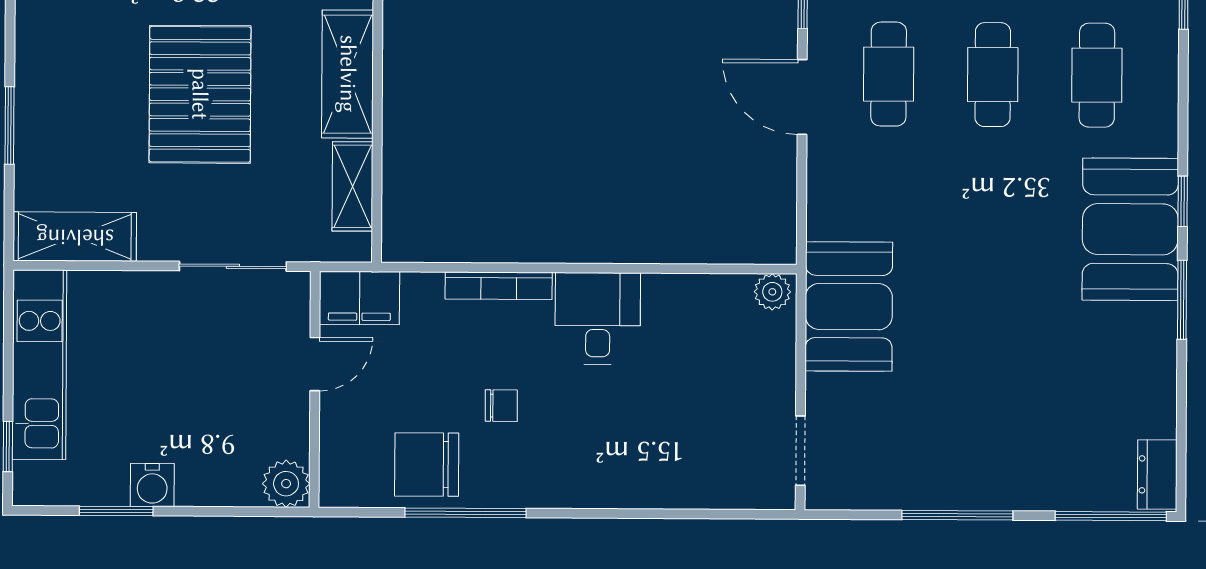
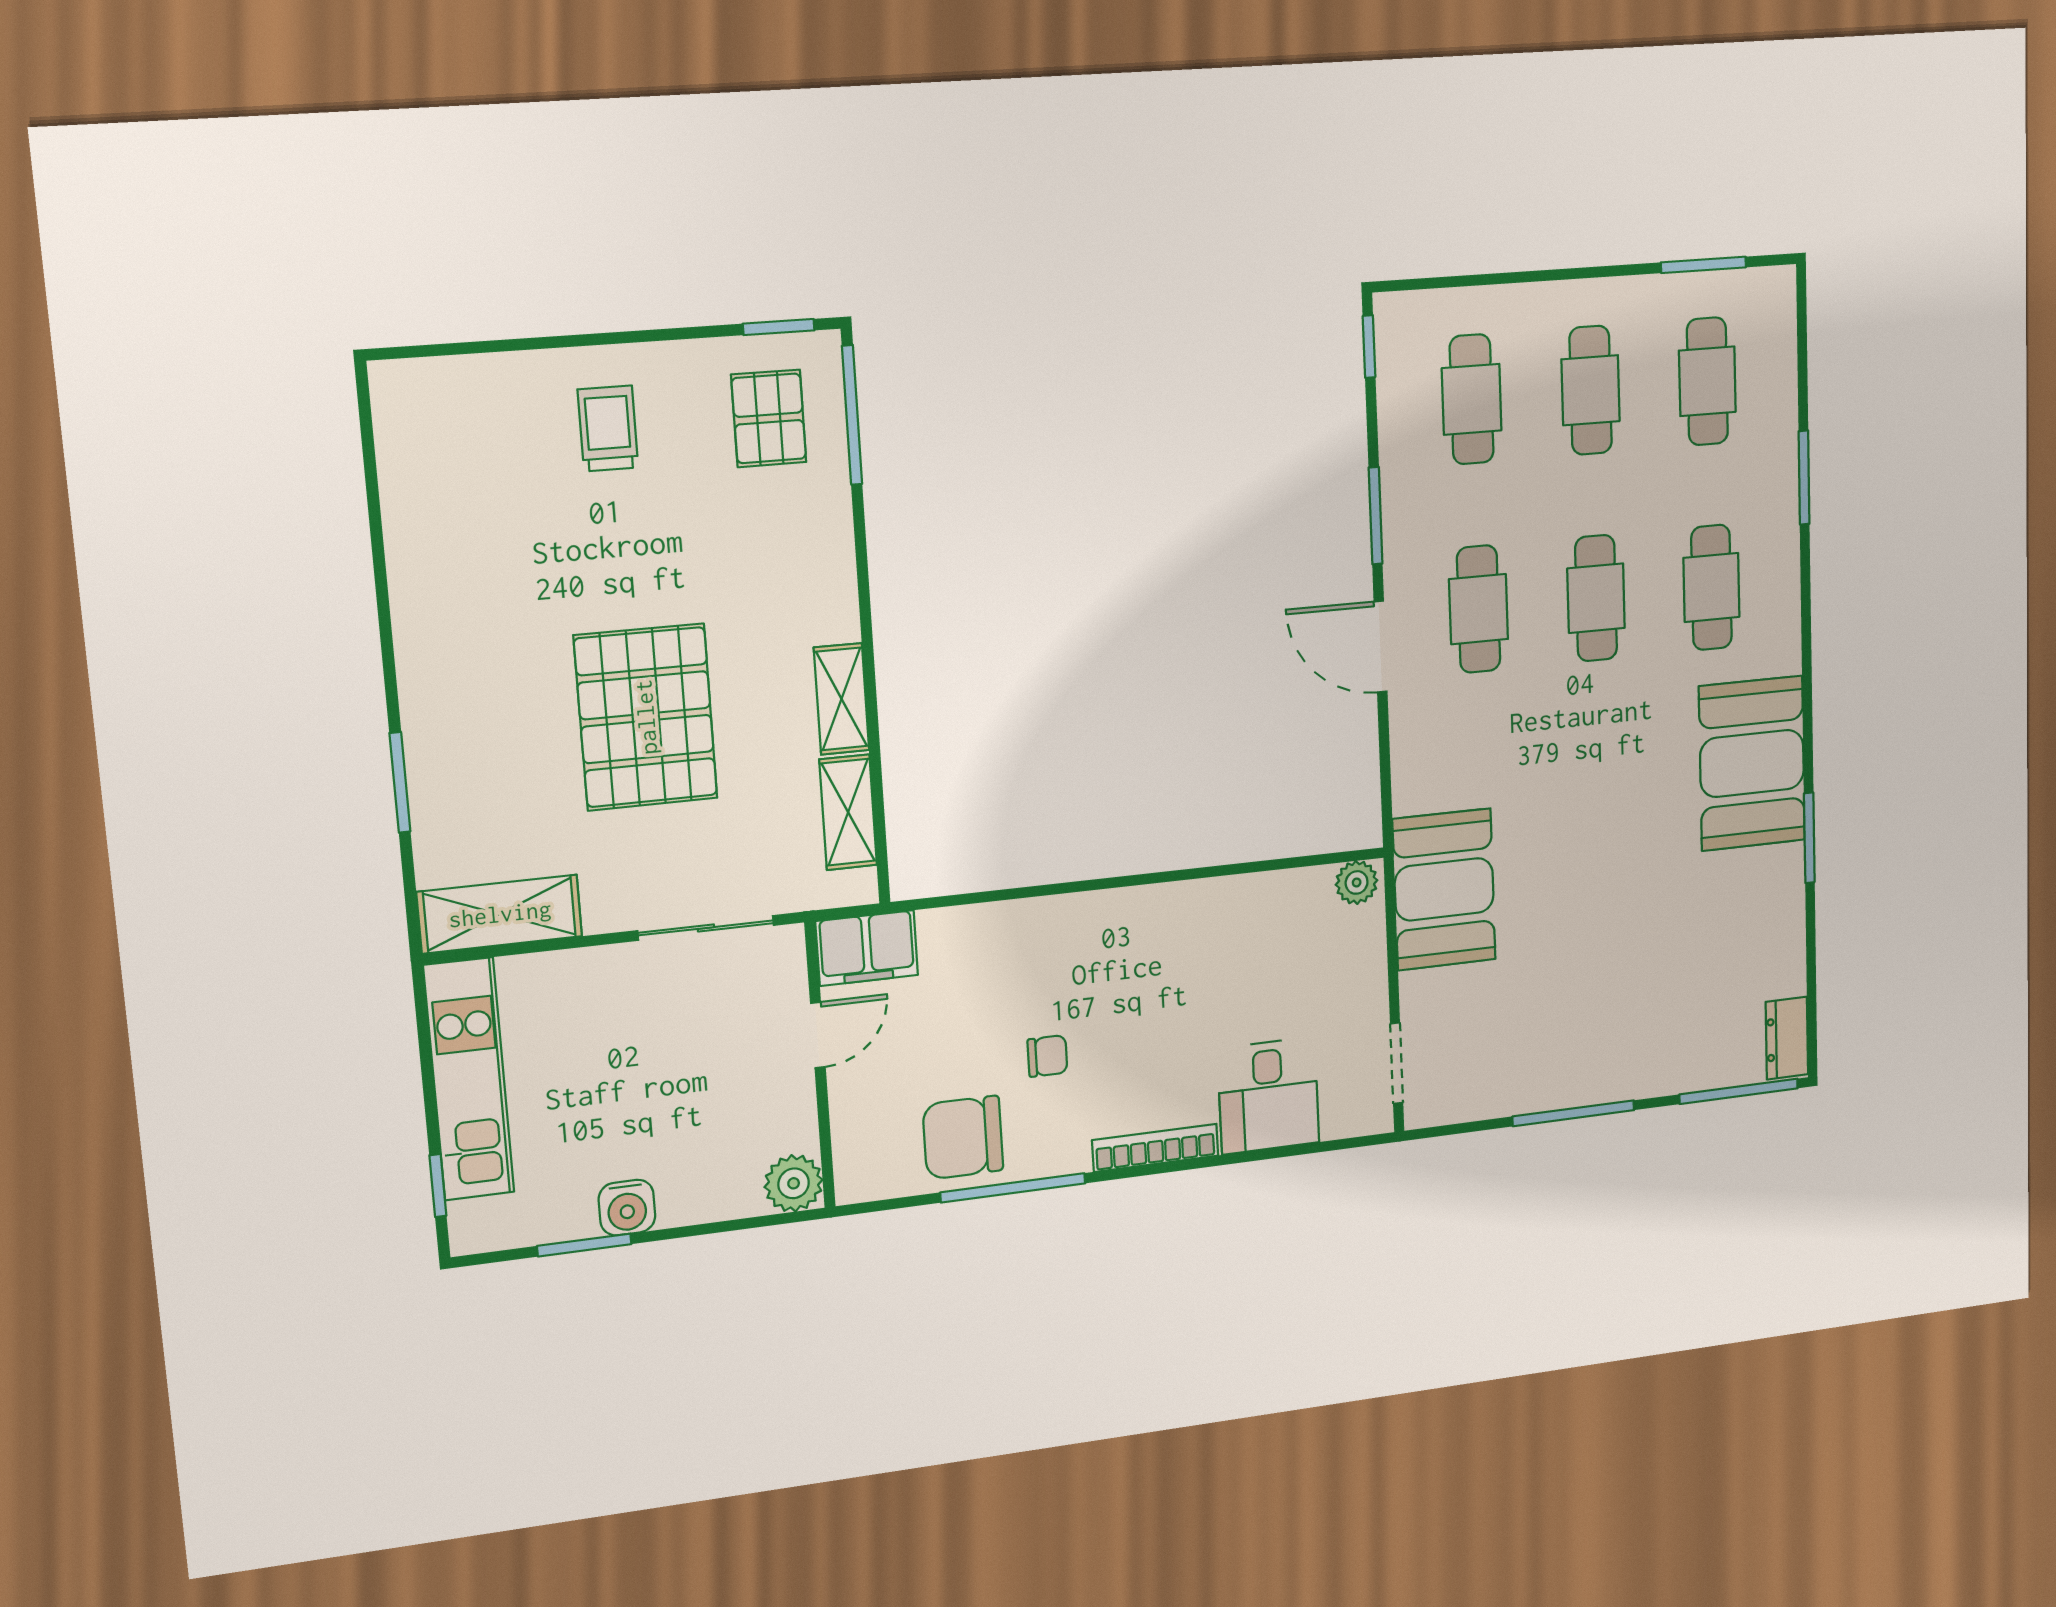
shelving: (348, 74) -> (841, 699), width x0.67, depth x0.75
window: (1183, 201) -> (1808, 725), removed
bookcase: (499, 286) -> (1155, 1148), moved, turned 180
desk: (598, 318) -> (1268, 1096), moved, turned 180

